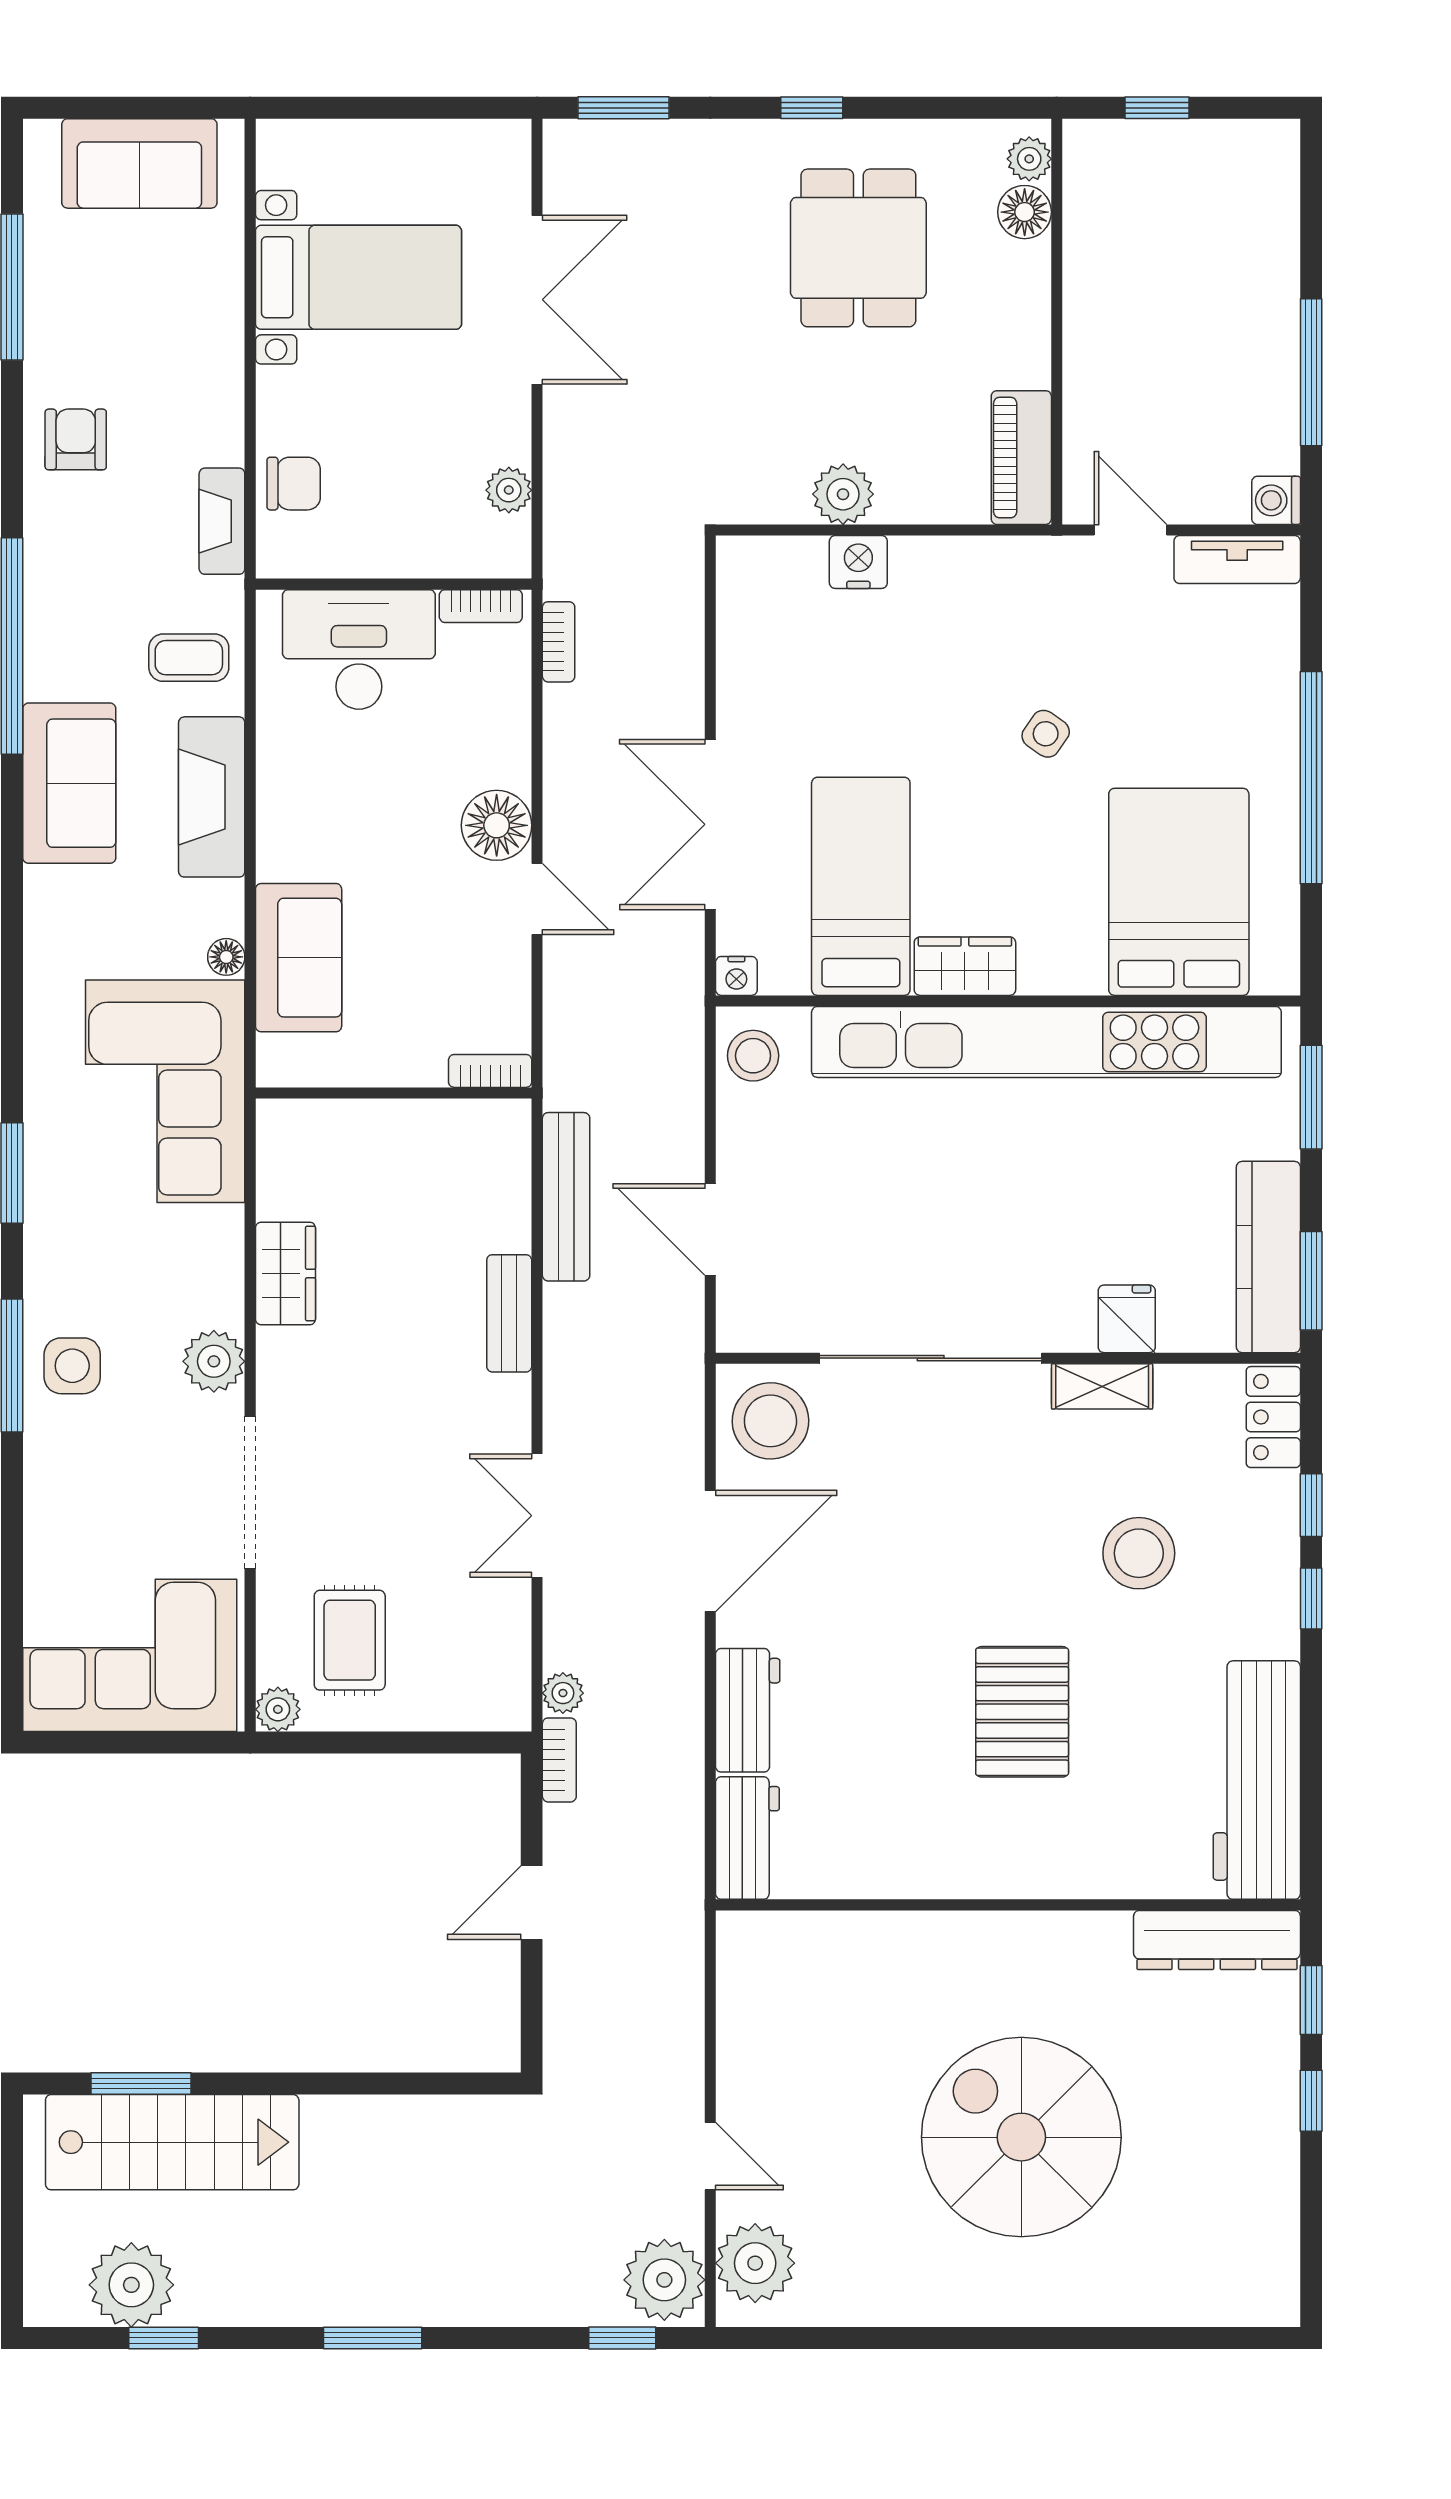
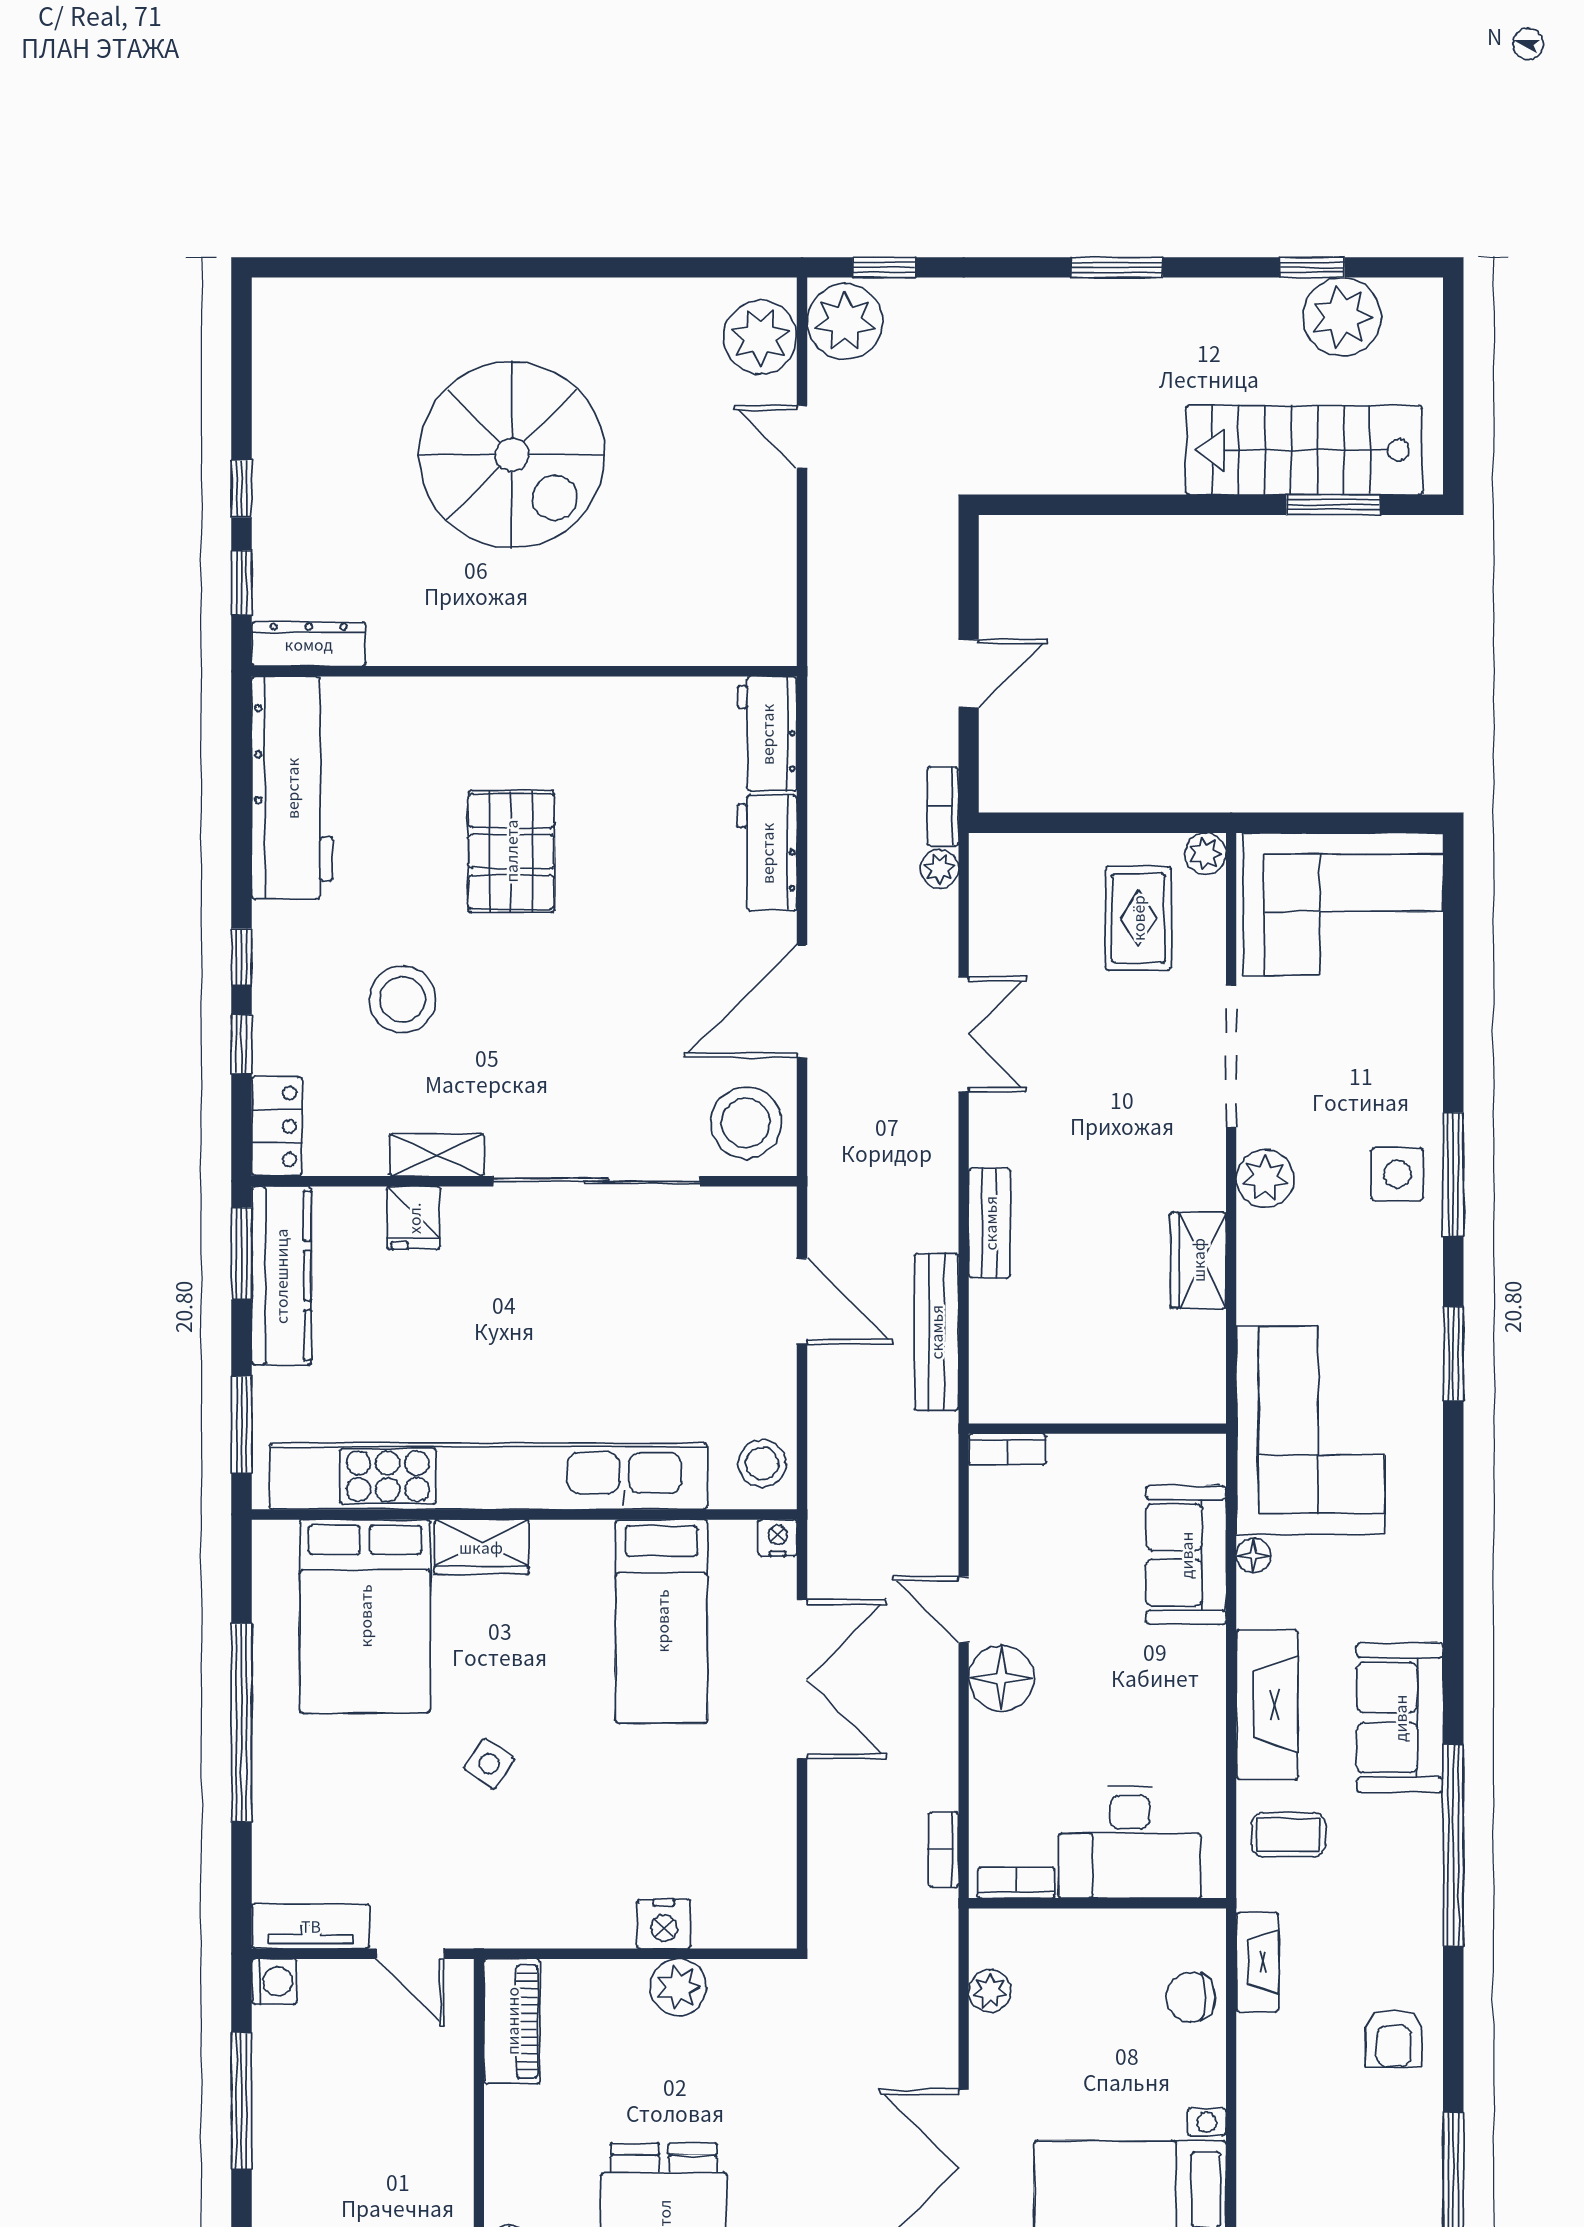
wardrobe: (965, 966) -> (481, 1547), moved
dresser: (1217, 1940) -> (309, 644), width x0.73, depth x0.80

